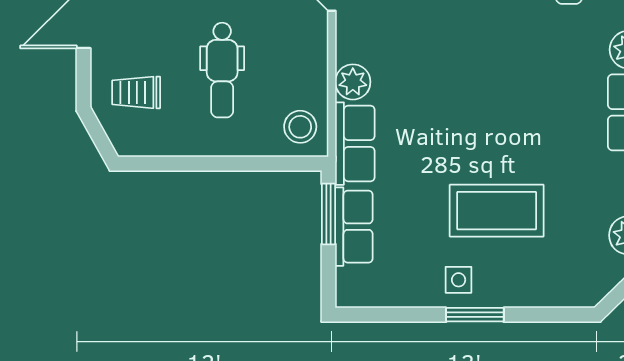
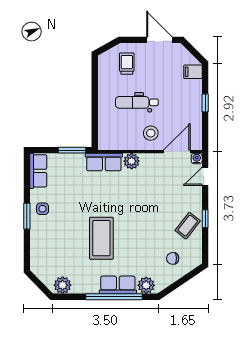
stool: (300, 127) -> (151, 133), moved
coffee table: (497, 211) -> (101, 238), moved
row of seats: (354, 227) -> (38, 171), moved, turned -90

